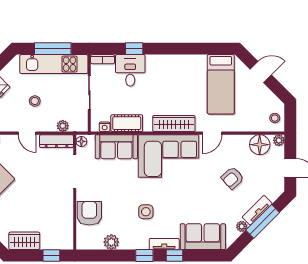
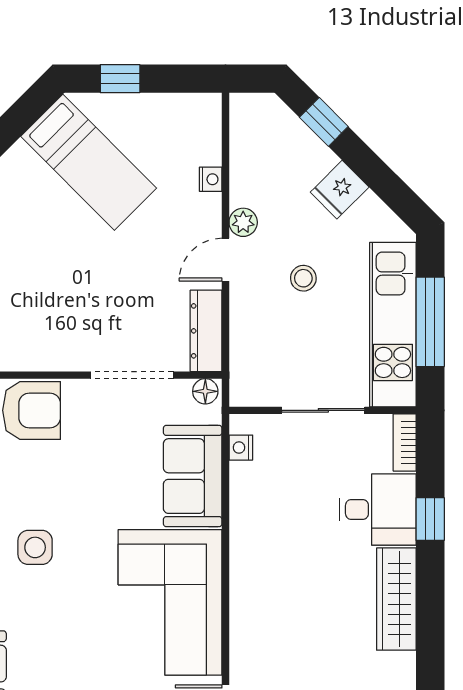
cot: (127, 123) -> (250, 501), removed
wardrobe: (174, 124) -> (396, 599), moved, turned 180
plant: (63, 126) -> (243, 222), moved

